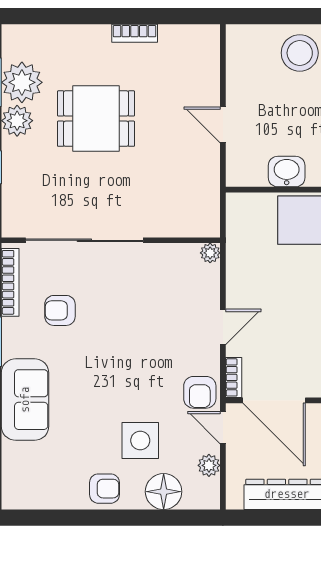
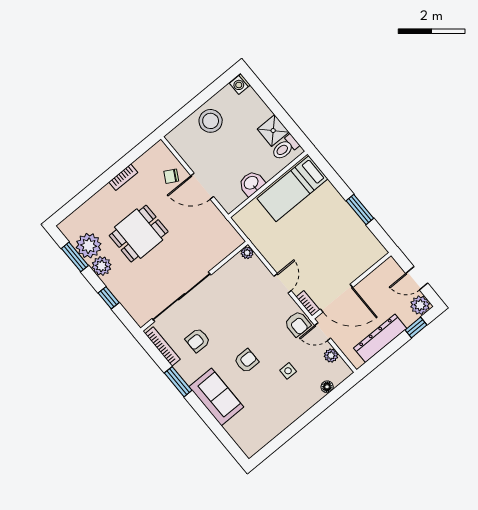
chair: (195, 81) -> (171, 176), added
door: (223, 125) -> (202, 186), width x1.38
side table: (140, 441) -> (288, 371), width x0.54, depth x0.54
armchair: (104, 489) -> (246, 361), moved
floor lamp: (164, 492) -> (327, 387), width x0.53, depth x0.53

